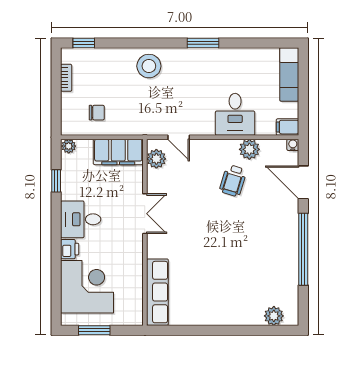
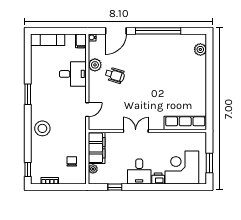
plant: (69, 146) -> (93, 169), moved
plant: (156, 159) -> (101, 124), removed

